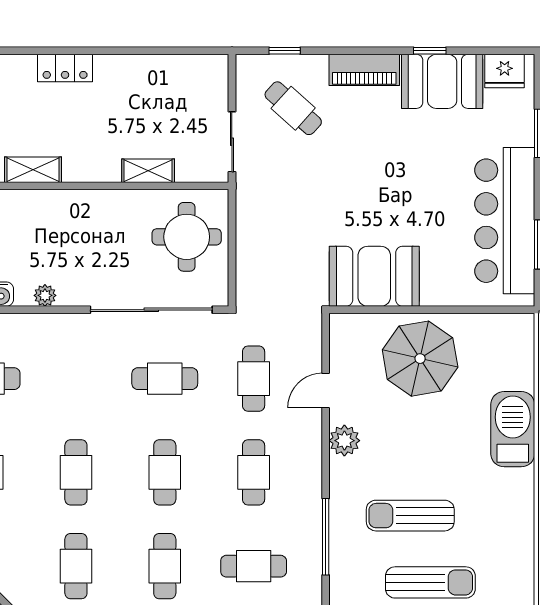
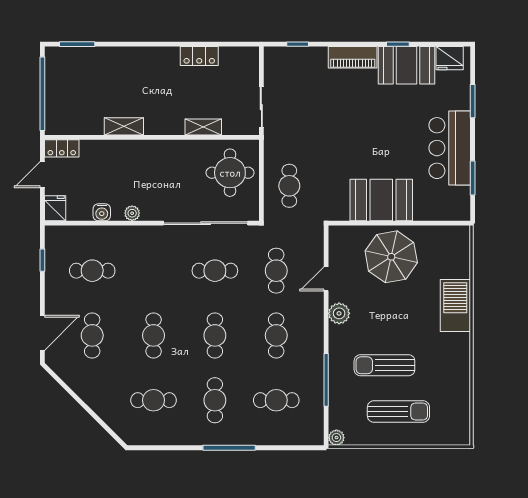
locker: (65, 68) -> (199, 56), moved
cafe table: (293, 108) -> (289, 186), moved, turned 48
bar counter: (505, 221) -> (450, 148), width x0.73
booth: (374, 276) -> (381, 200), moved
cafe table: (76, 566) -> (154, 400), turned 90

